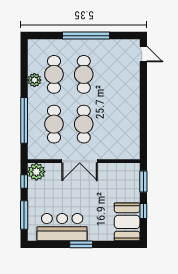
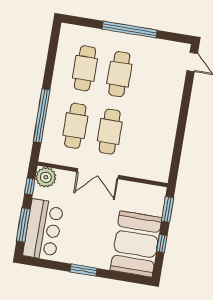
plant: (34, 80) -> (61, 71), removed
booth: (127, 222) -> (136, 244), width x1.36, depth x1.42
bar counter: (62, 227) -> (43, 230), moved, turned 90

